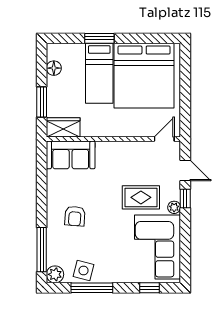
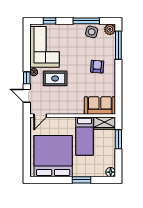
floor lamp: (54, 68) -> (111, 172), moved
bed: (99, 73) -> (84, 136), moved, turned 180

